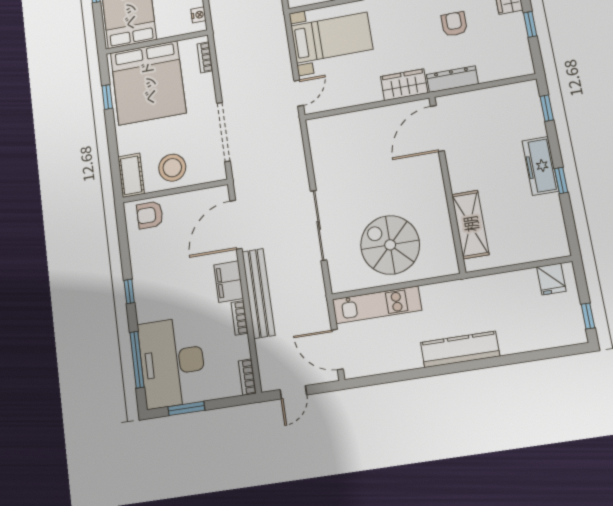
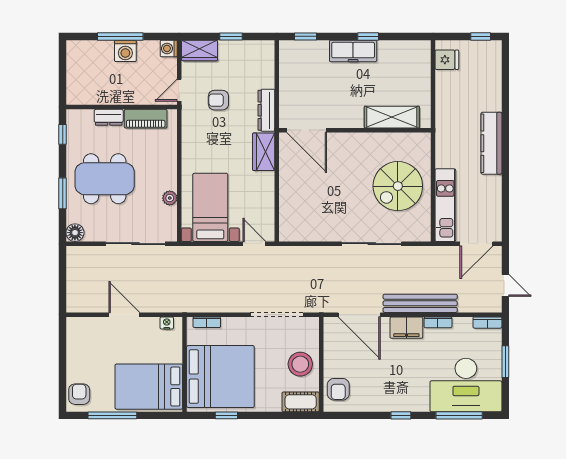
window: (186, 408) -> (505, 362), moved

